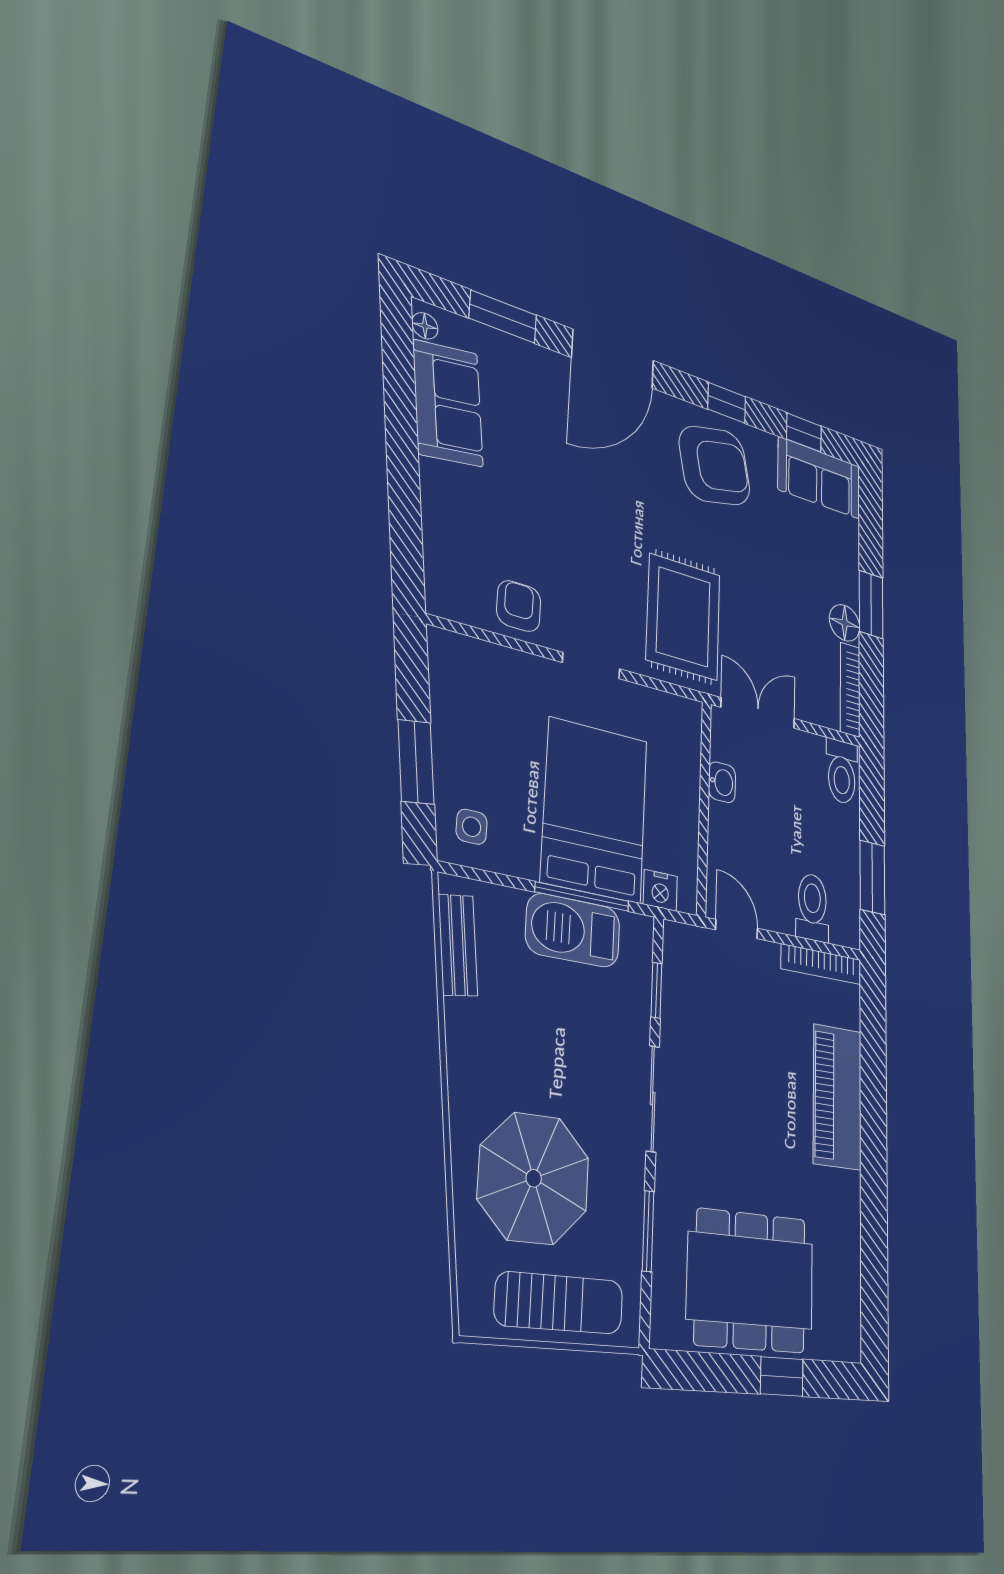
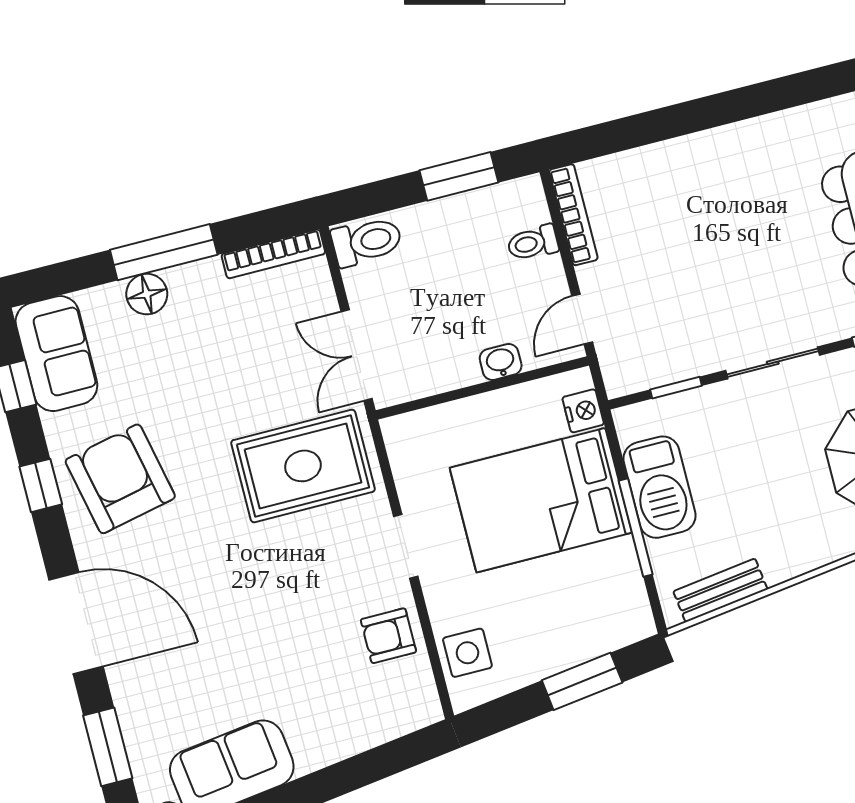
window: (871, 605) -> (164, 252), width x1.44
floor lamp: (845, 623) -> (147, 294), moved
washbasin: (722, 782) -> (501, 362), moved
side table: (472, 827) -> (467, 653), moved, width x1.37, depth x1.37
window: (582, 897) -> (636, 528), moved
toilet: (812, 907) -> (533, 243), width x0.73, depth x0.72
piano: (837, 1097) -> (692, 163), removed

